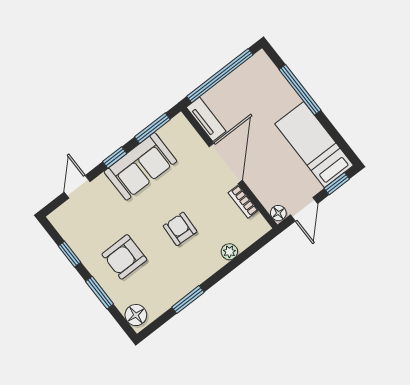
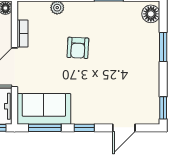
sofa: (140, 166) -> (44, 109), moved
window: (69, 254) -> (163, 108), moved
armchair: (124, 257) -> (129, 58), removed

